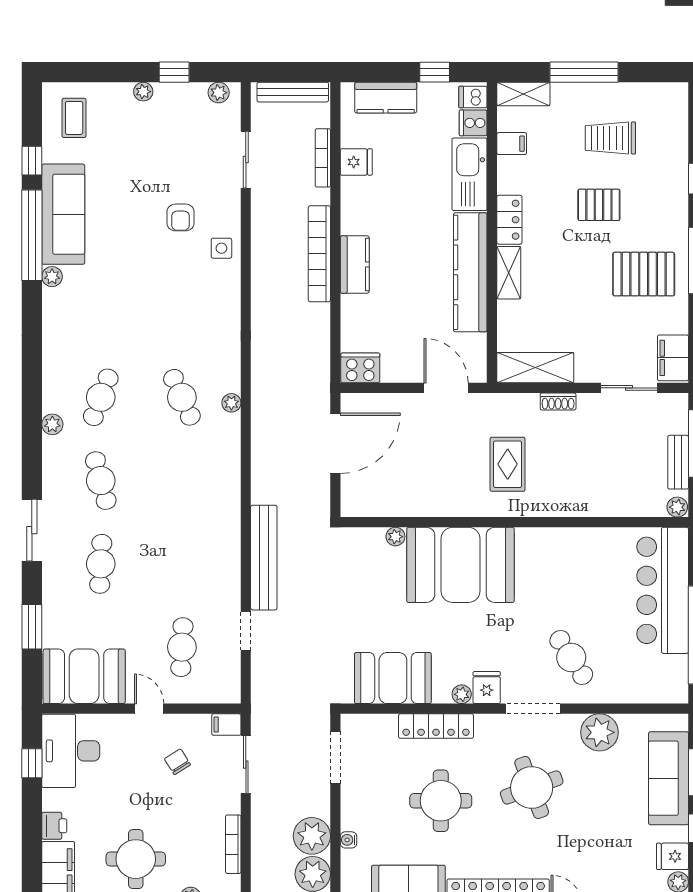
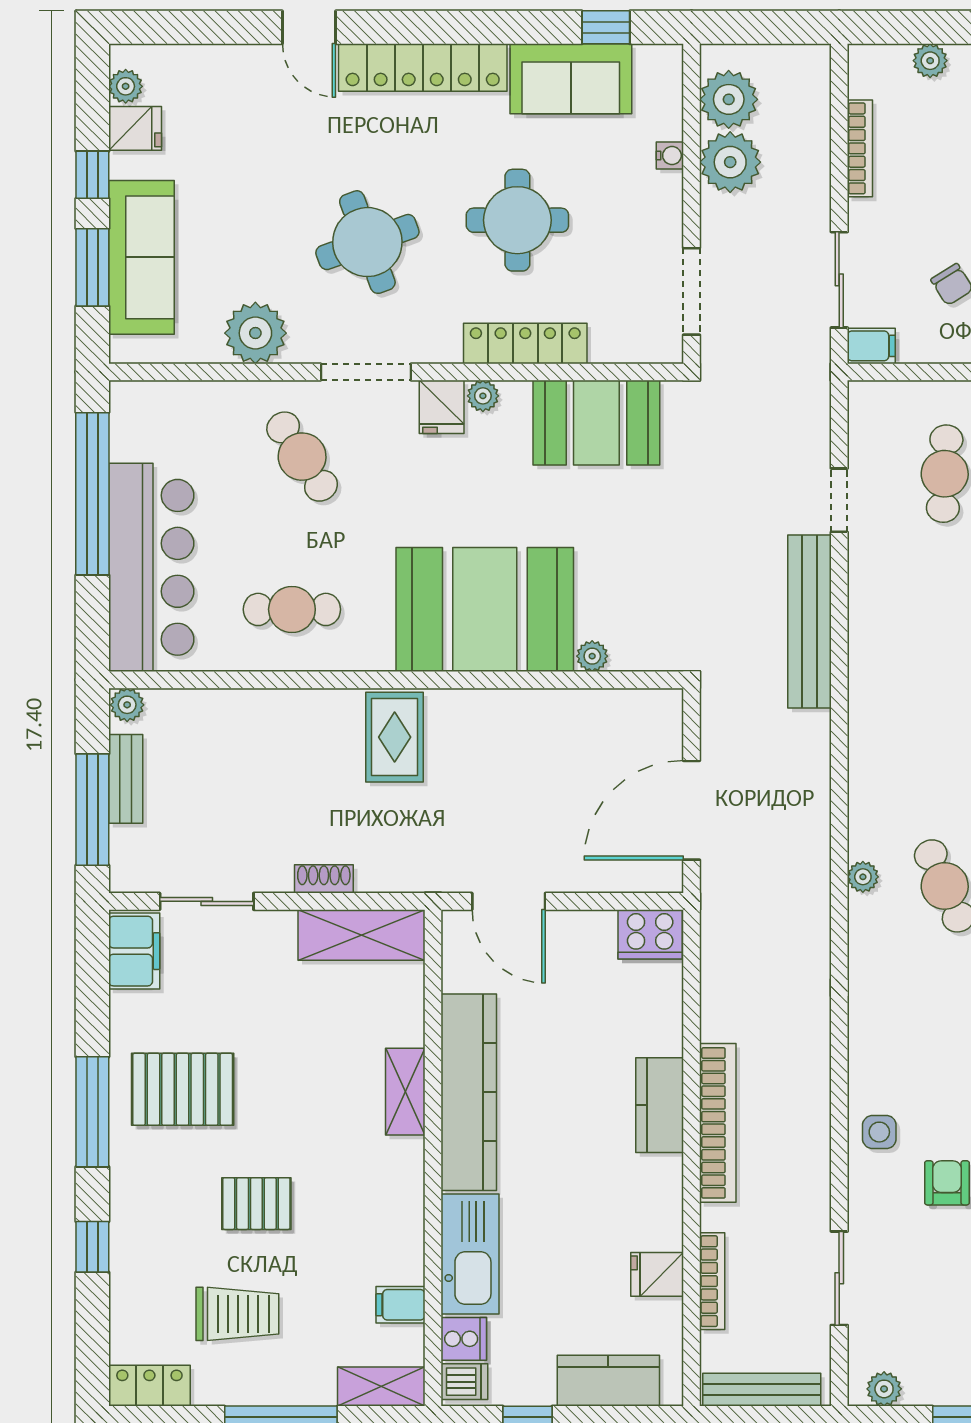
locker: (509, 220) -> (149, 1386), moved, turned 90
rug: (508, 464) -> (395, 737), moved
cafe table: (577, 565) -> (292, 609), added

